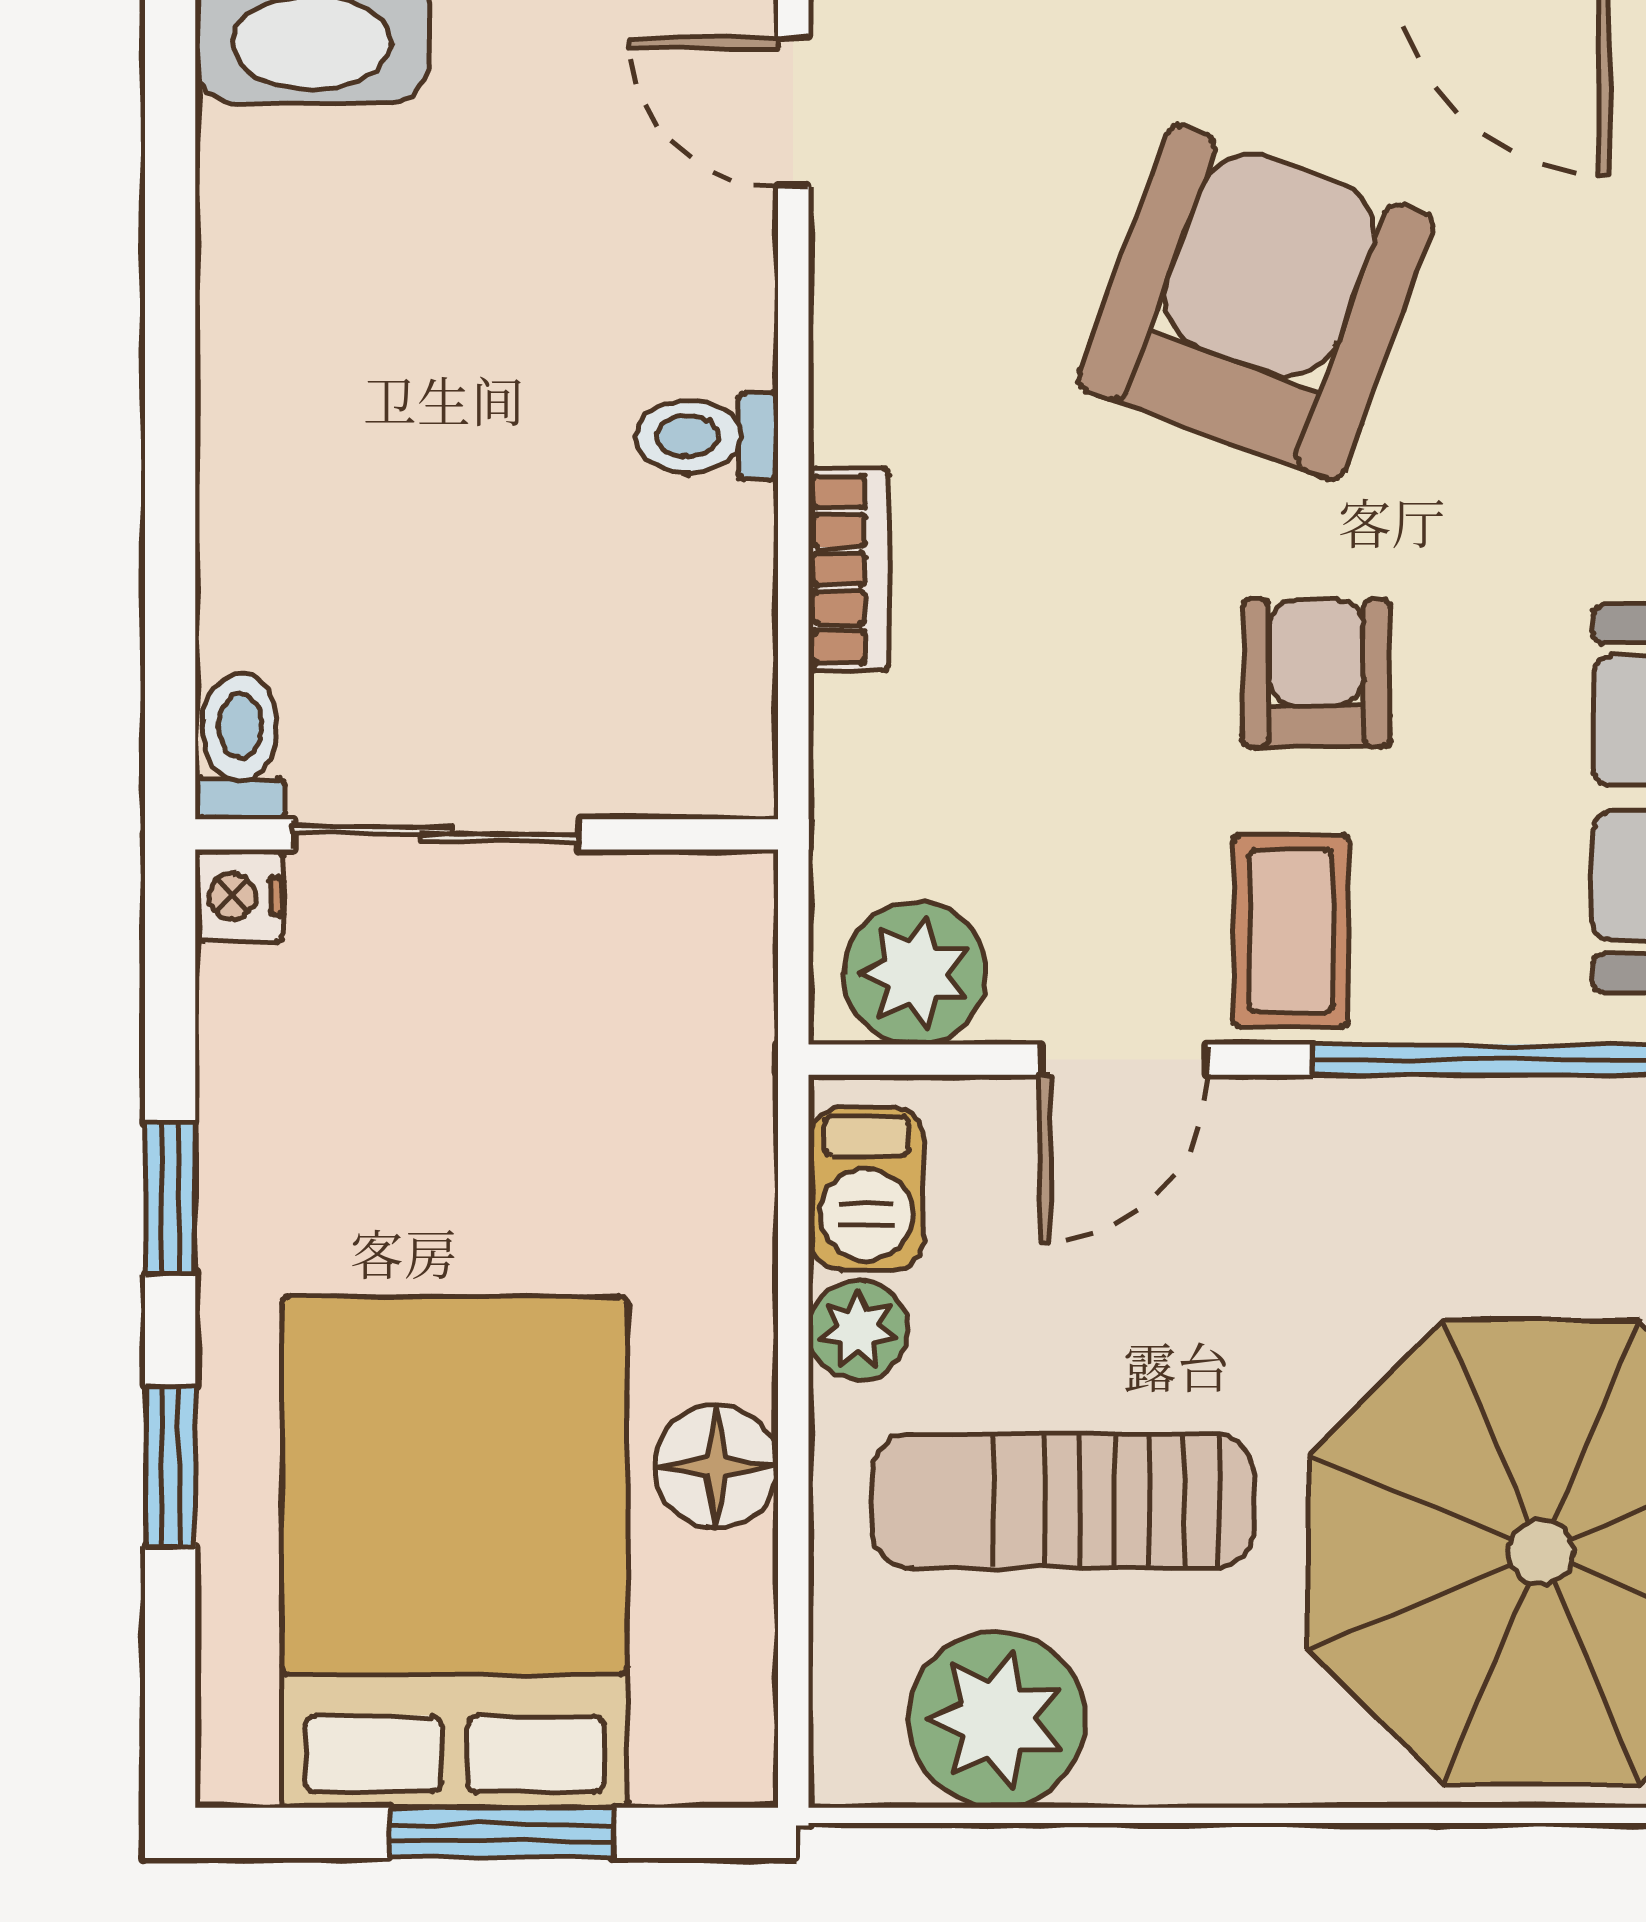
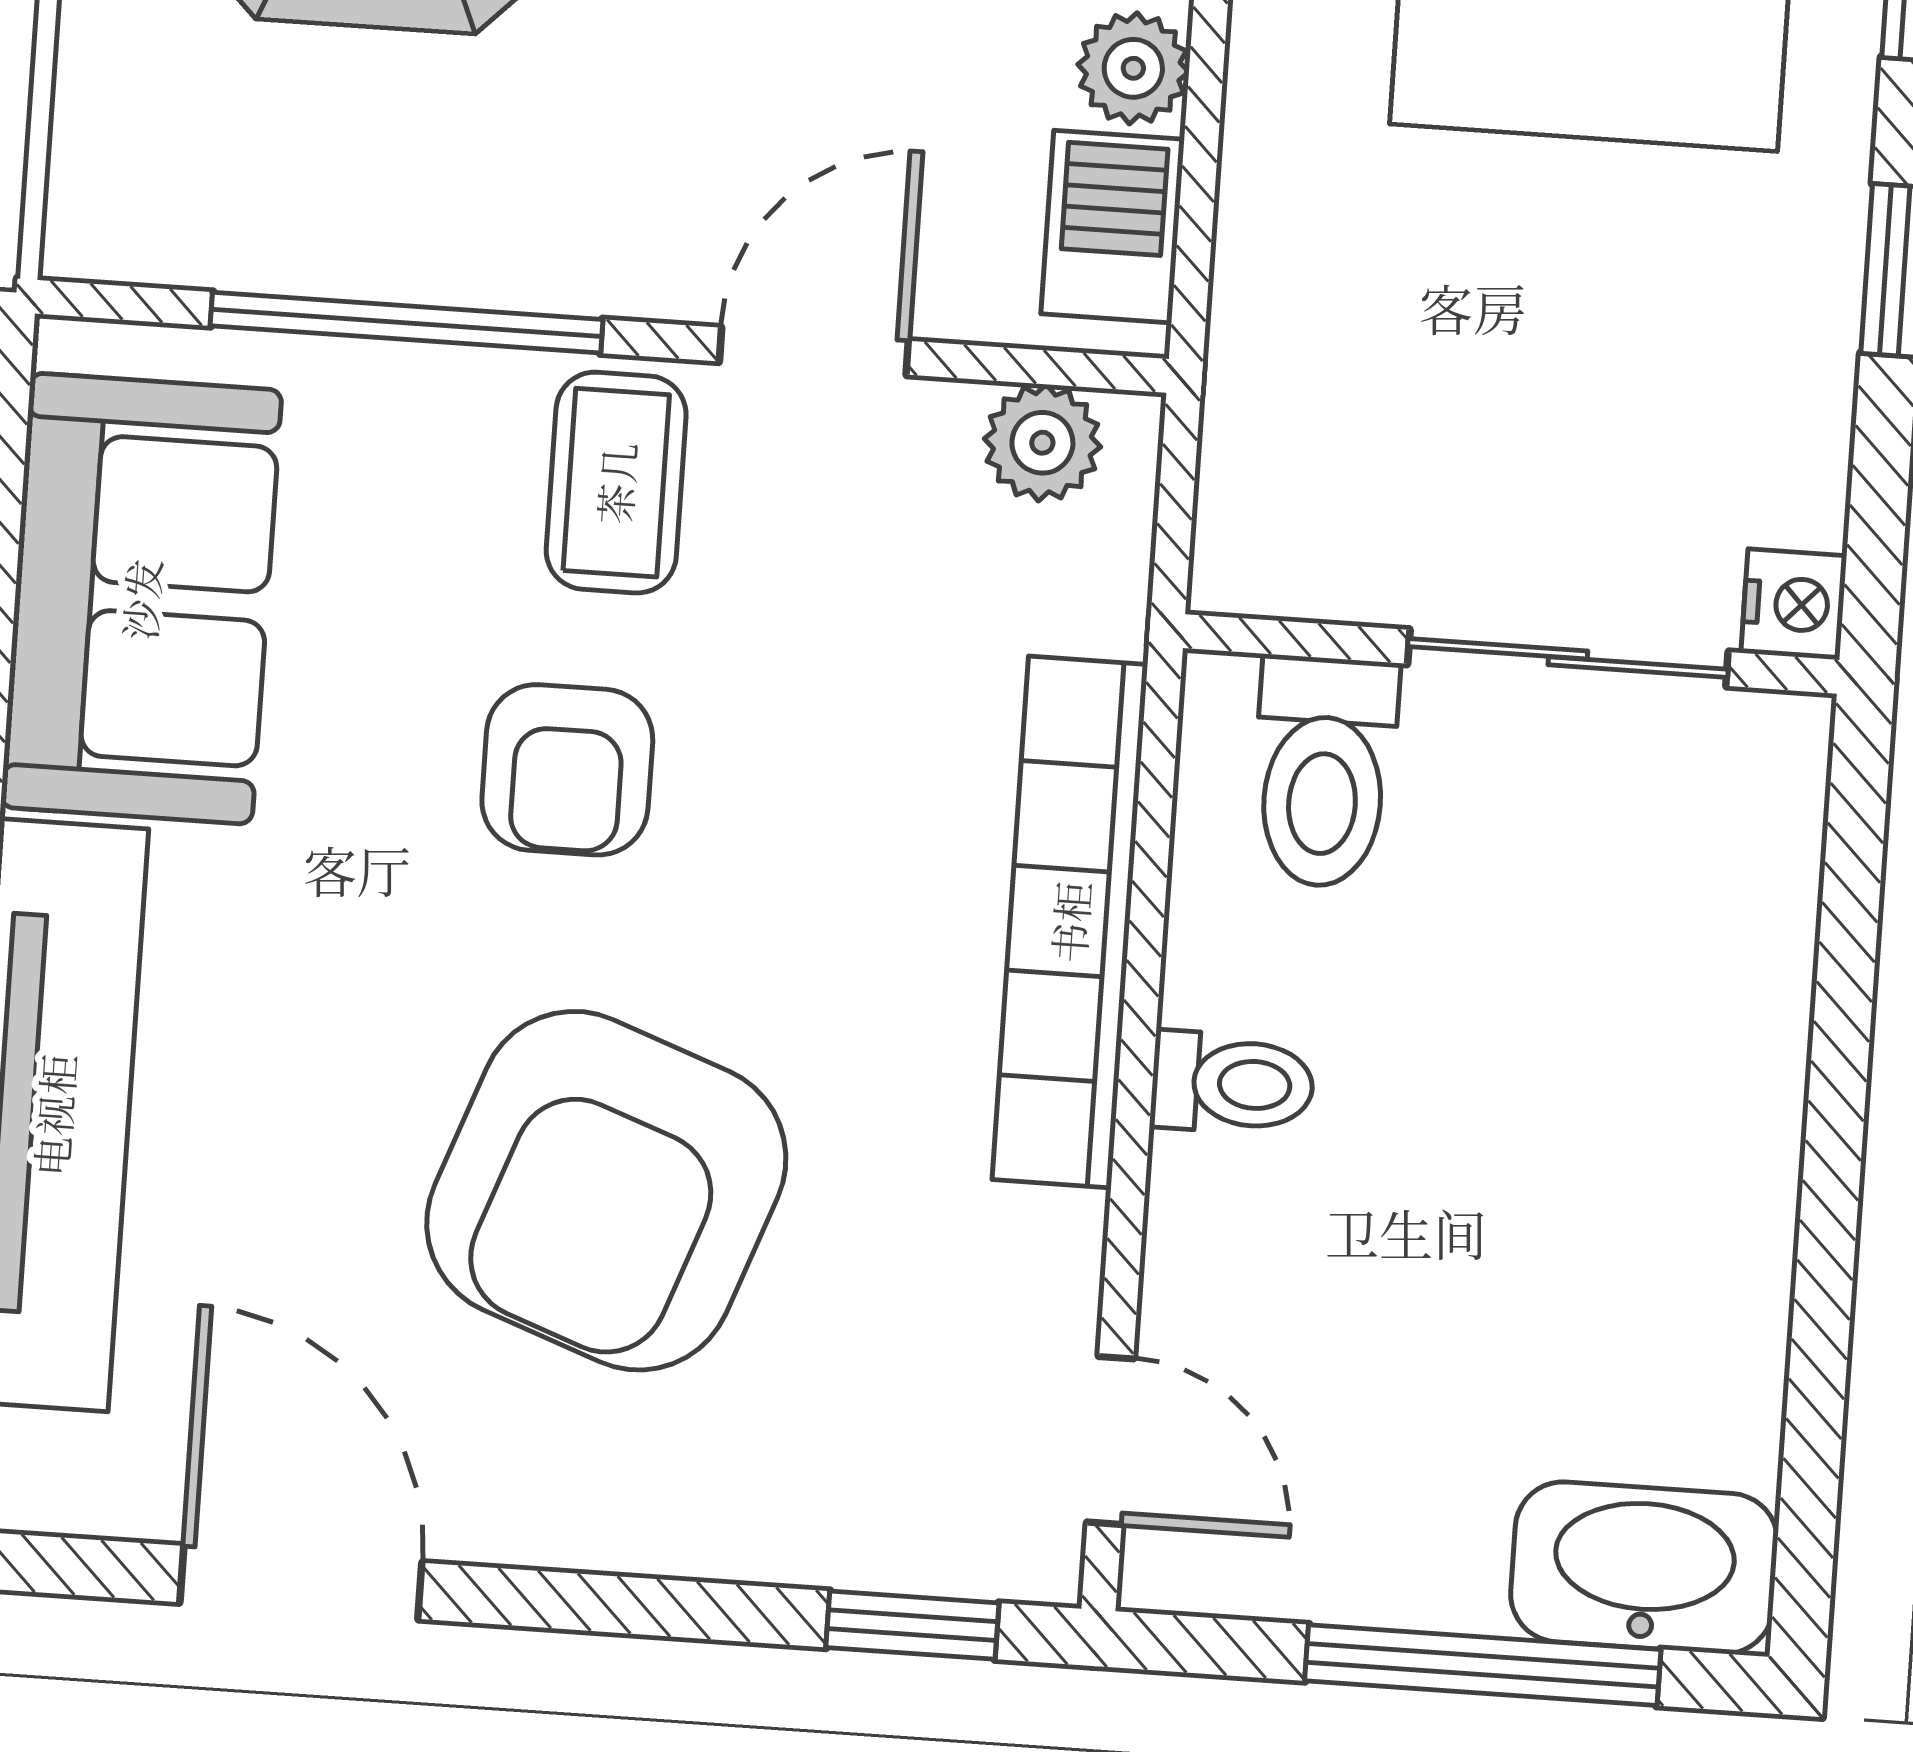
bookcase: (849, 569) -> (1070, 922), width x2.31, depth x1.31
toilet: (240, 746) -> (1324, 772), moved, width x1.37, depth x1.39
plant: (915, 973) -> (1042, 443), width x0.73, depth x0.73

